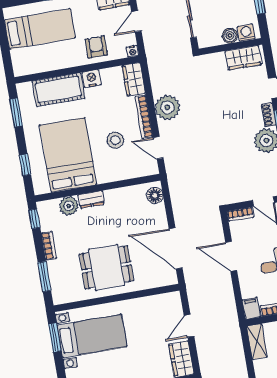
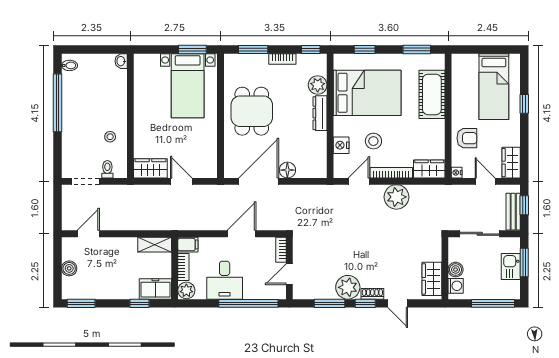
nightstand: (92, 78) -> (341, 145), moved, turned 180
floor lamp: (155, 195) -> (287, 170), moved
dresser: (91, 199) -> (320, 113), width x1.44

